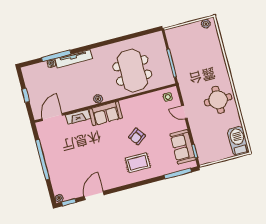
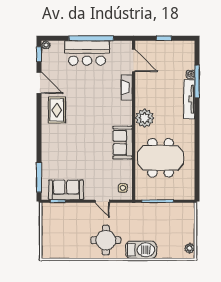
plant: (98, 99) -> (145, 118), width x1.88, depth x1.88
door: (184, 112) -> (102, 201), swing flipped
sofa: (106, 113) -> (123, 143), moved
armchair: (137, 136) -> (90, 144), removed
barbecue: (238, 141) -> (141, 250), moved
bar counter: (57, 160) -> (87, 53), added
rug: (138, 163) -> (57, 110), moved

